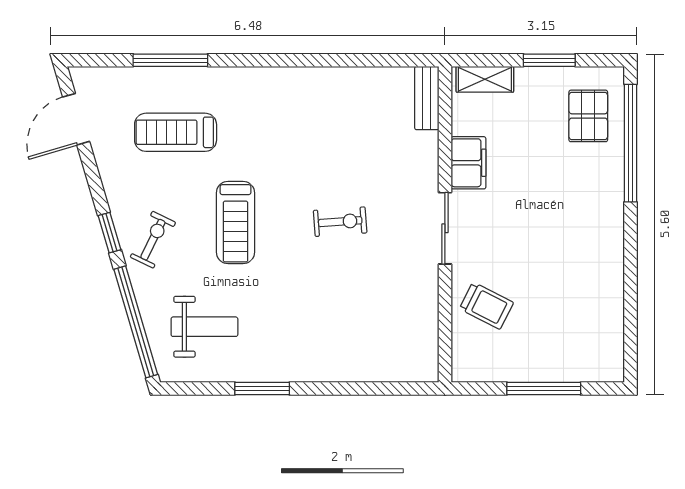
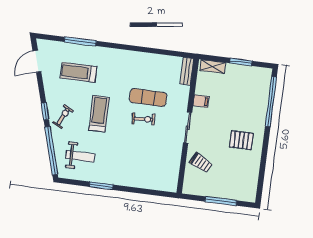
pallet: (588, 116) -> (241, 140), moved, turned 90
filing cabinet: (468, 163) -> (201, 101), width x0.50
exercise mat: (345, 170) -> (148, 98), added
treadmill: (235, 222) -> (99, 114), turned 180

